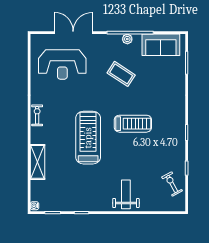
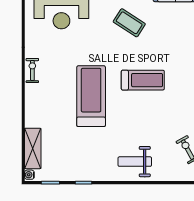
shelving: (37, 162) -> (33, 148), moved
weight bench: (126, 194) -> (135, 162), turned -90

